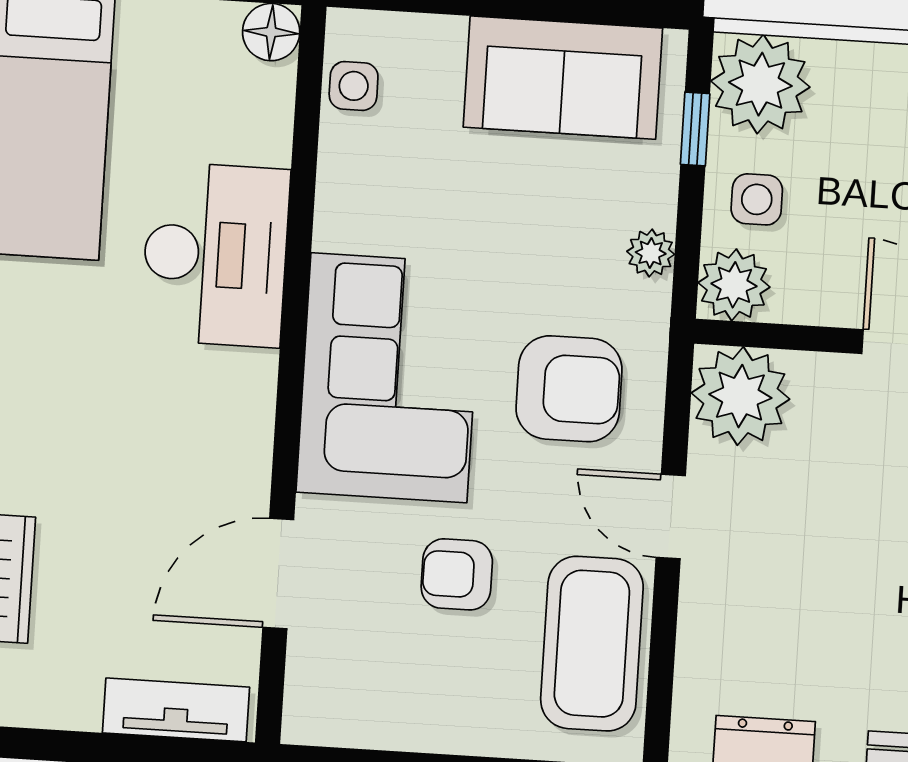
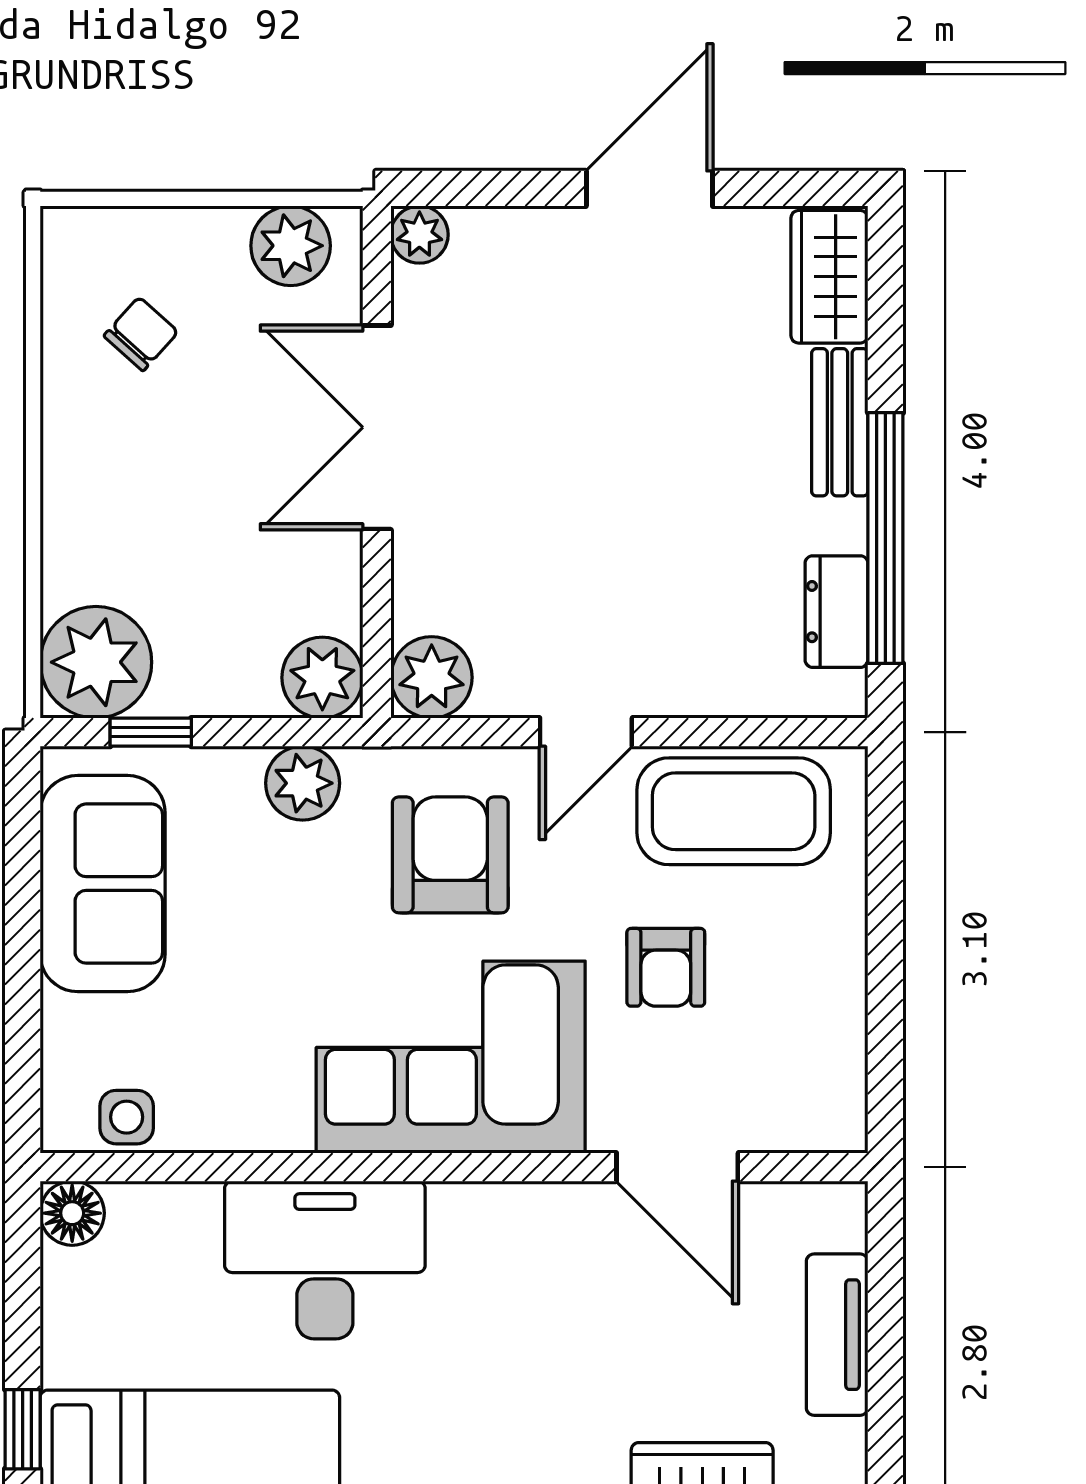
side table: (757, 199) -> (225, 658), removed
plant: (651, 253) -> (303, 783), width x1.38, depth x1.38
plant: (740, 396) -> (432, 677), width x0.73, depth x0.73
tv unit: (176, 710) -> (837, 1335), moved

